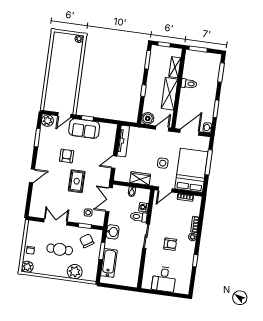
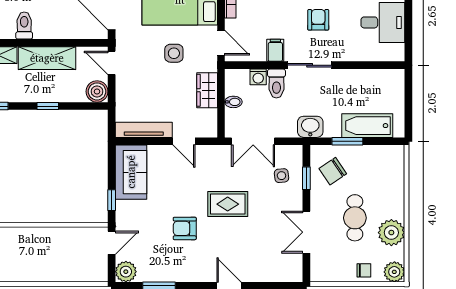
door: (64, 115) -> (112, 243), hinge flipped
sofa: (84, 129) -> (131, 172), moved
filing cabinet: (157, 219) -> (275, 50), added
plant: (75, 272) -> (391, 233), moved

